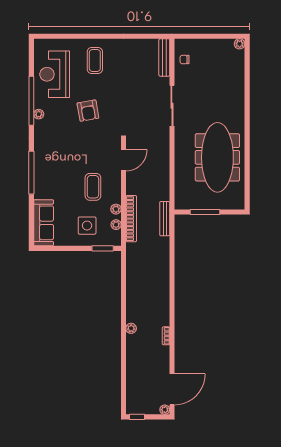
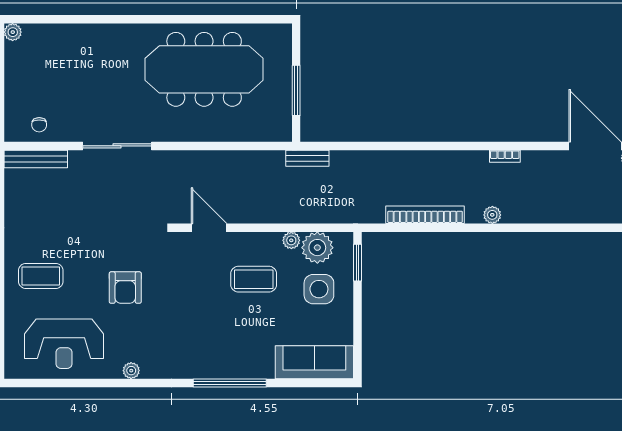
window: (31, 101) -> (109, 383), removed
armchair: (88, 111) -> (125, 288), turned 100
bookcase: (131, 219) -> (425, 215), moved
bench: (165, 219) -> (307, 158), width x0.73
plant: (116, 225) -> (317, 248), width x1.88, depth x1.88

